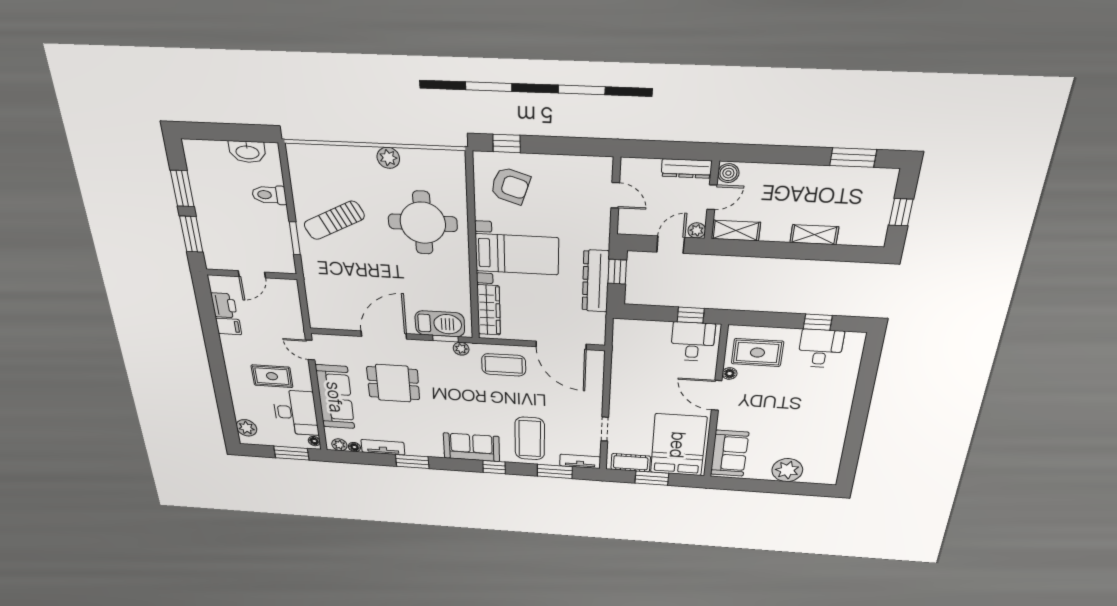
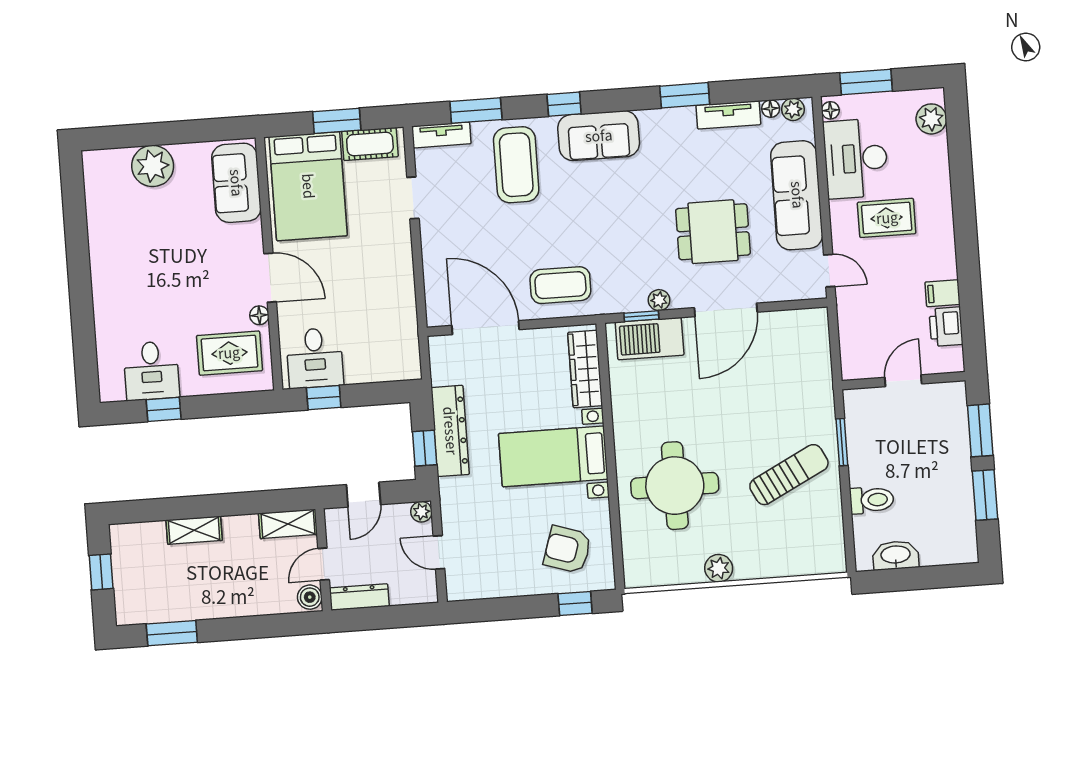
plant: (697, 230) -> (421, 512), moved
plant: (461, 349) -> (659, 300), moved

